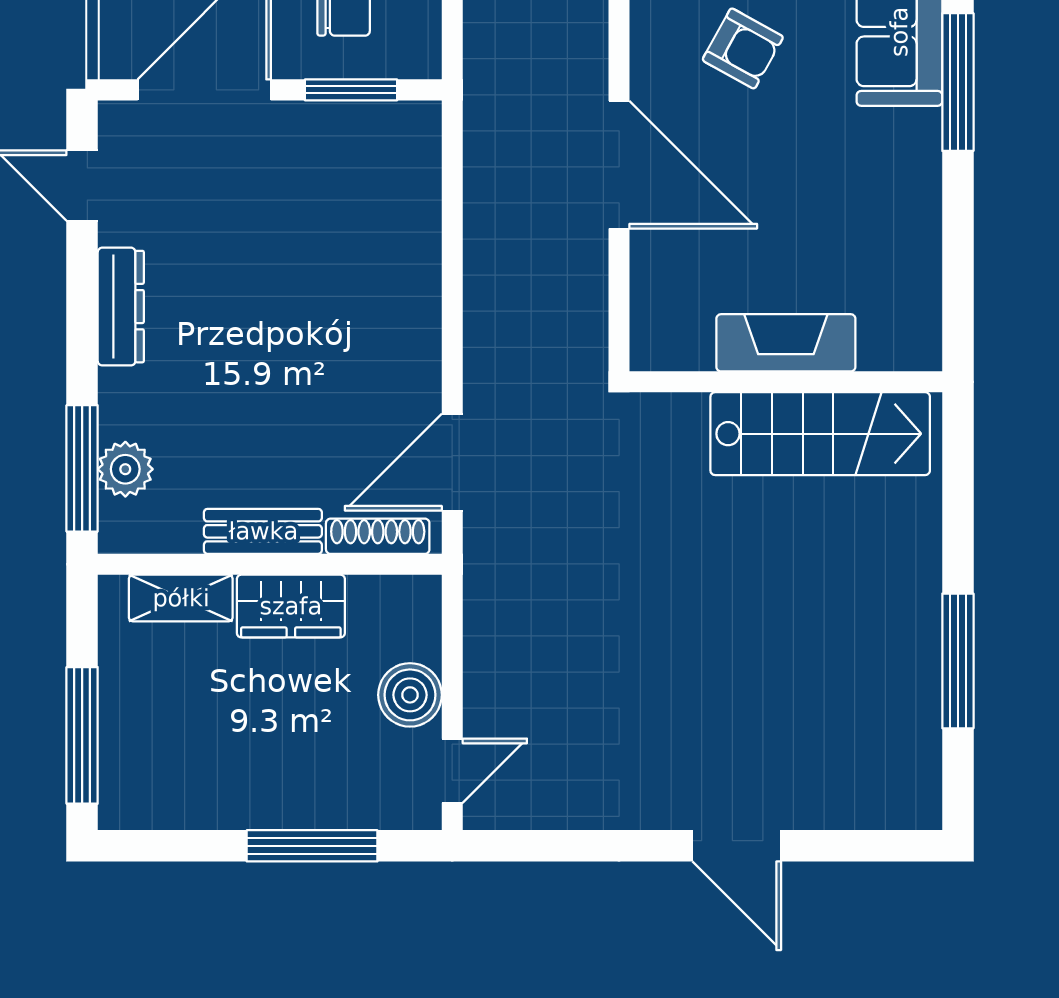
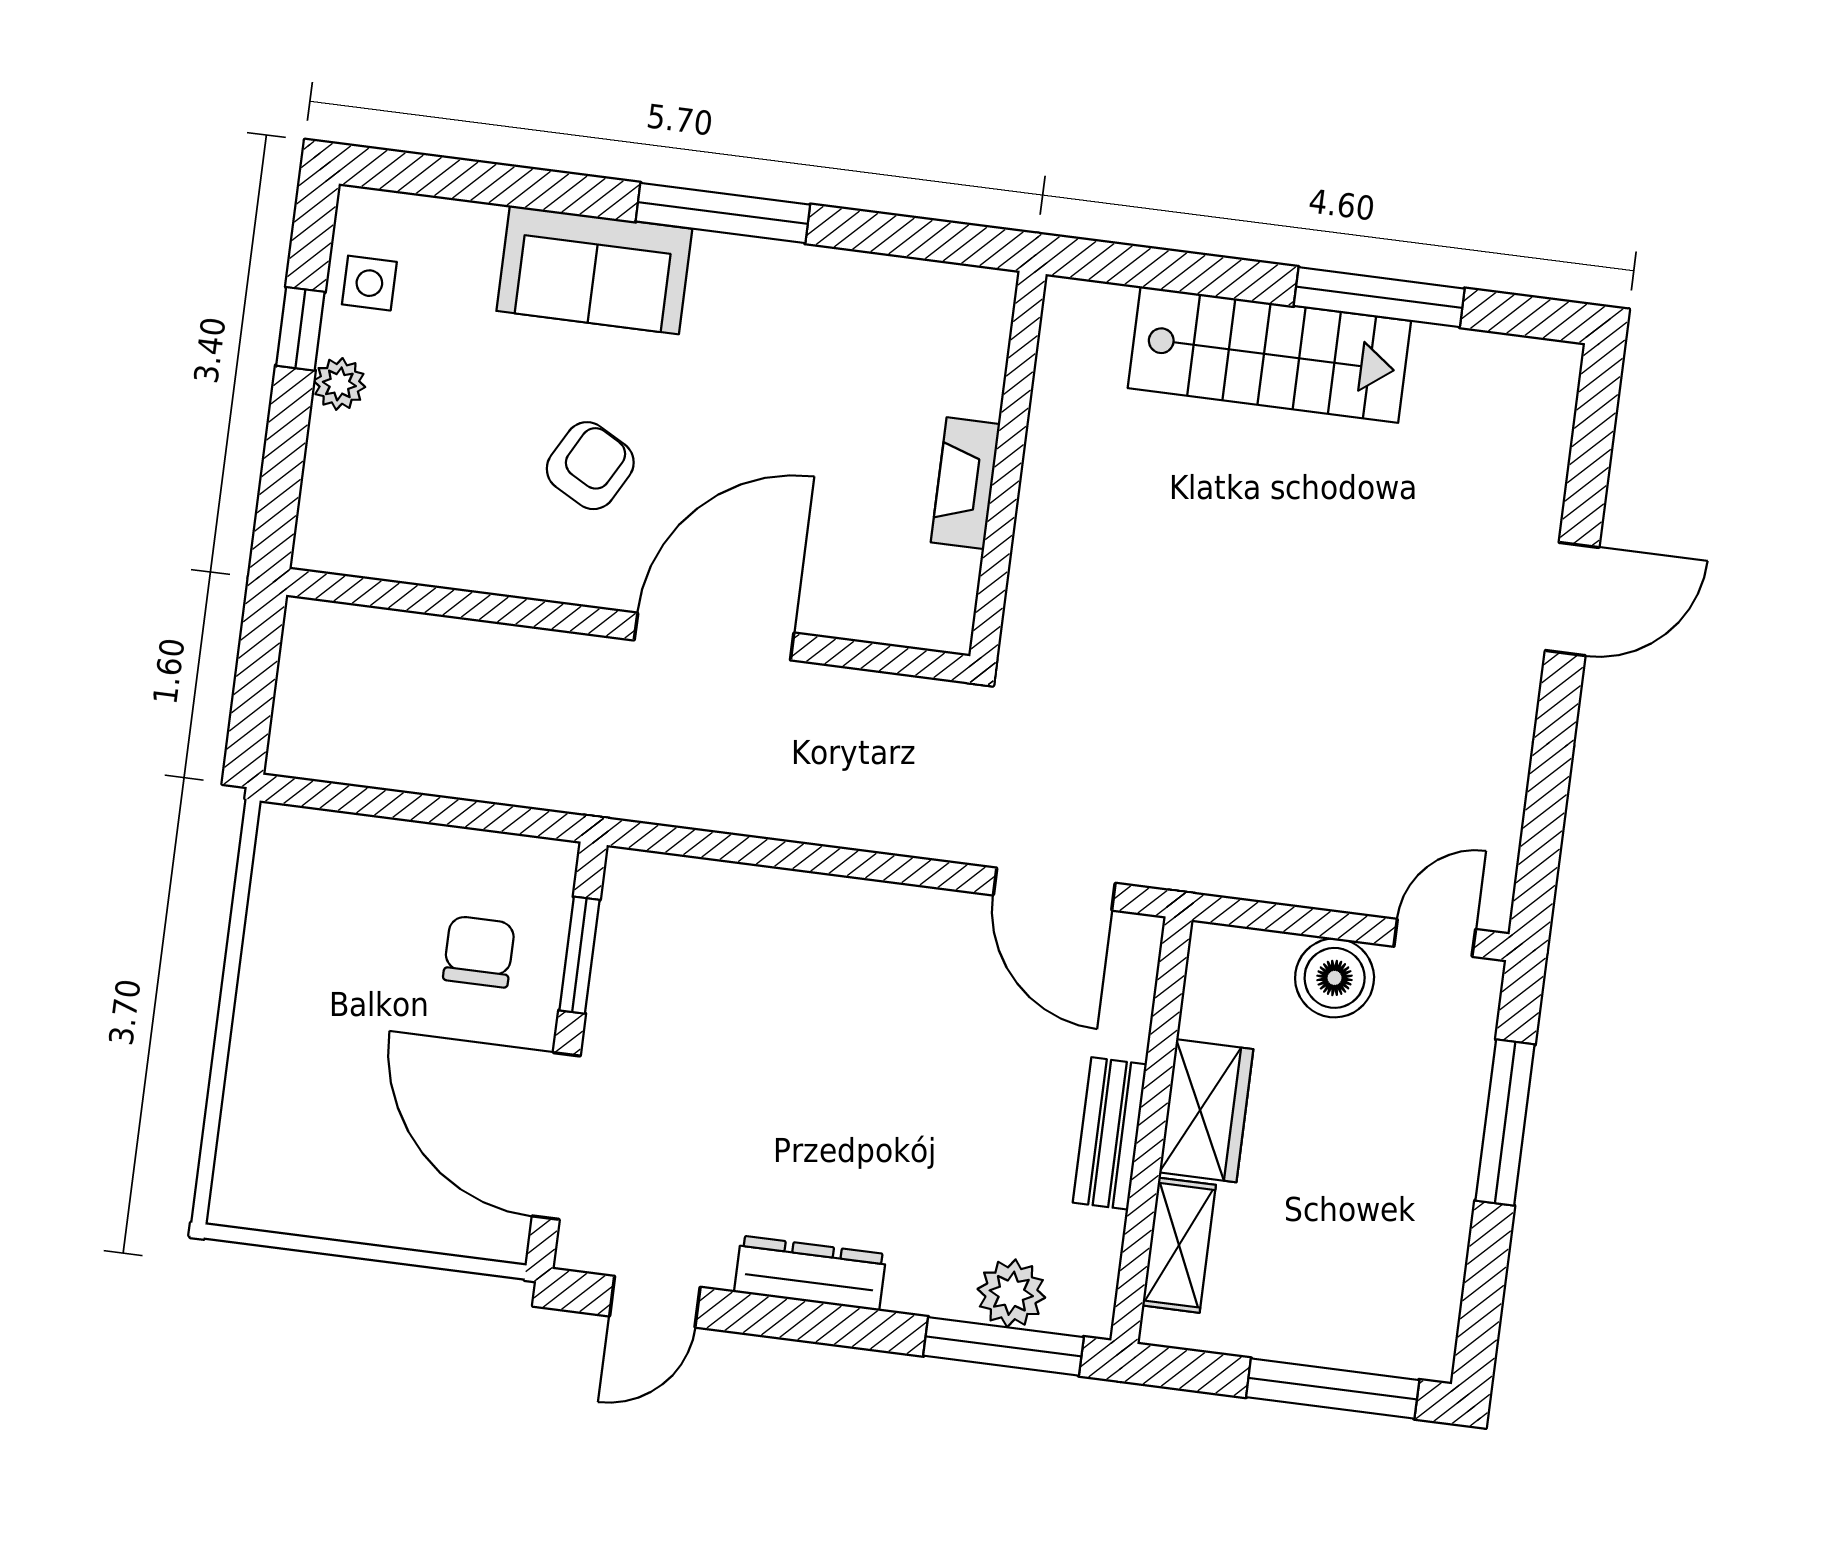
window: (958, 82) -> (723, 213), moved
fireplace: (786, 343) -> (965, 483), width x0.73, depth x0.76
stairs: (820, 434) -> (1269, 355), moved, turned 90
shoe rack: (378, 536) -> (1134, 993), removed
door: (452, 771) -> (1435, 938), hinge flipped

